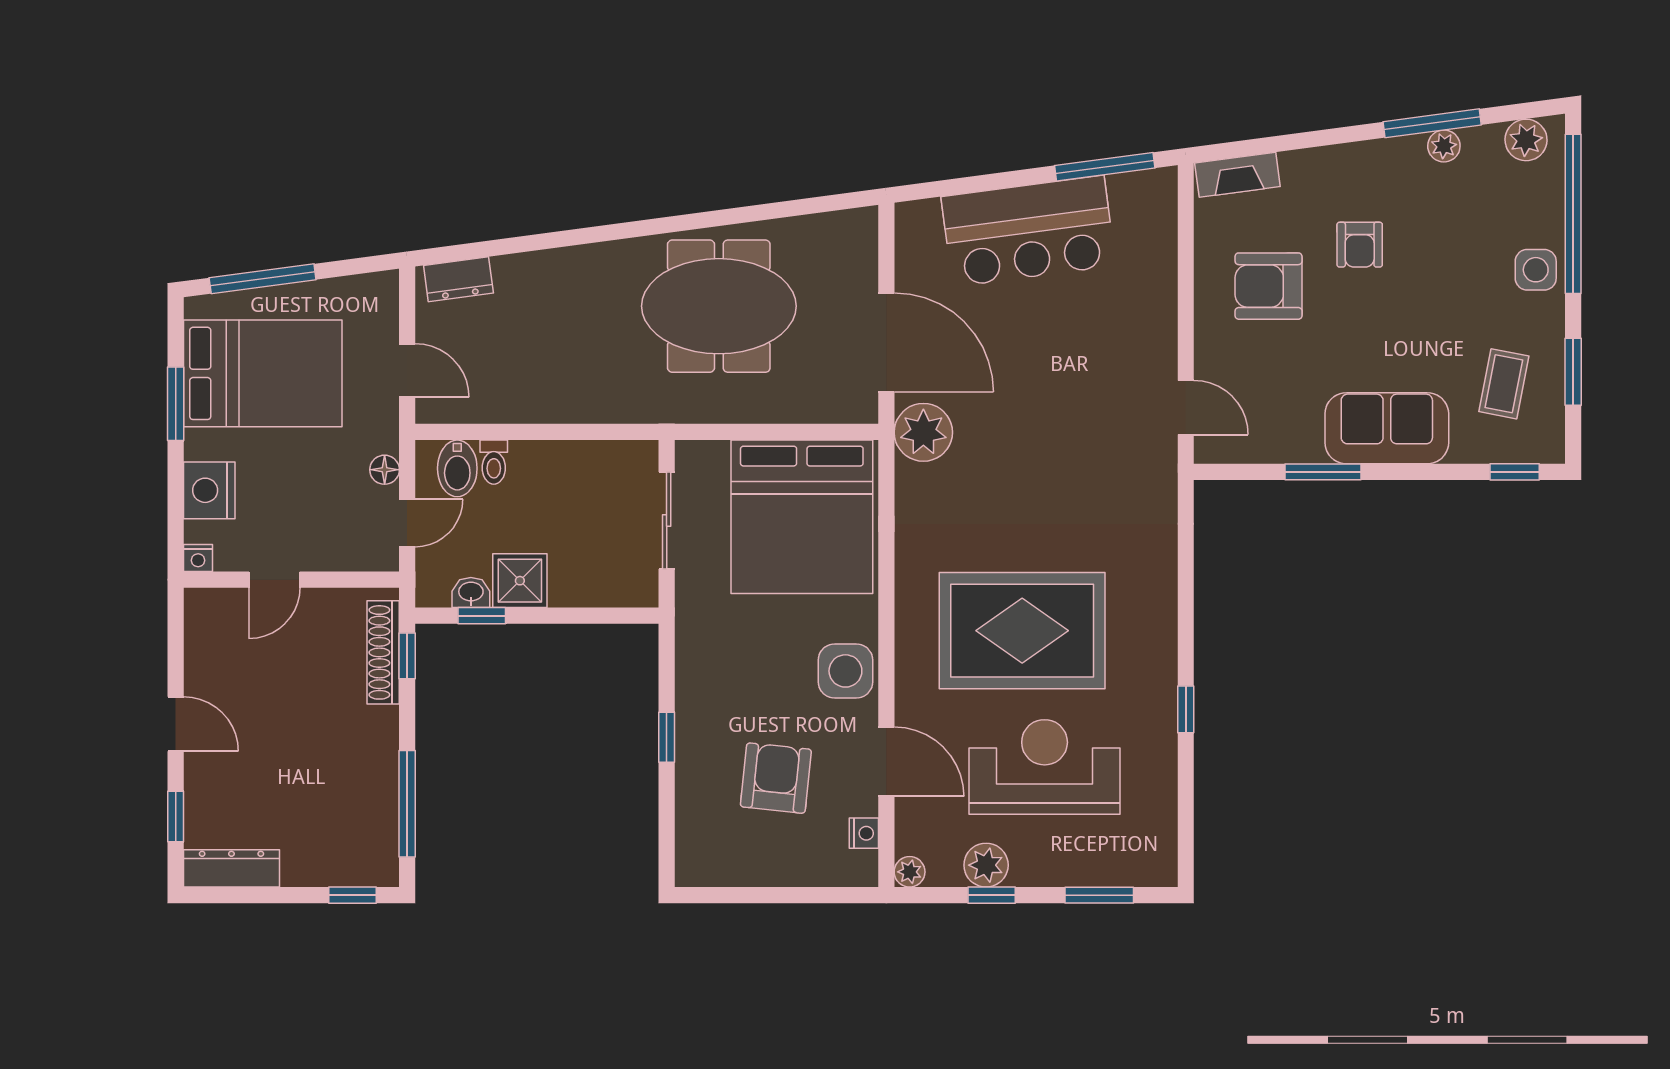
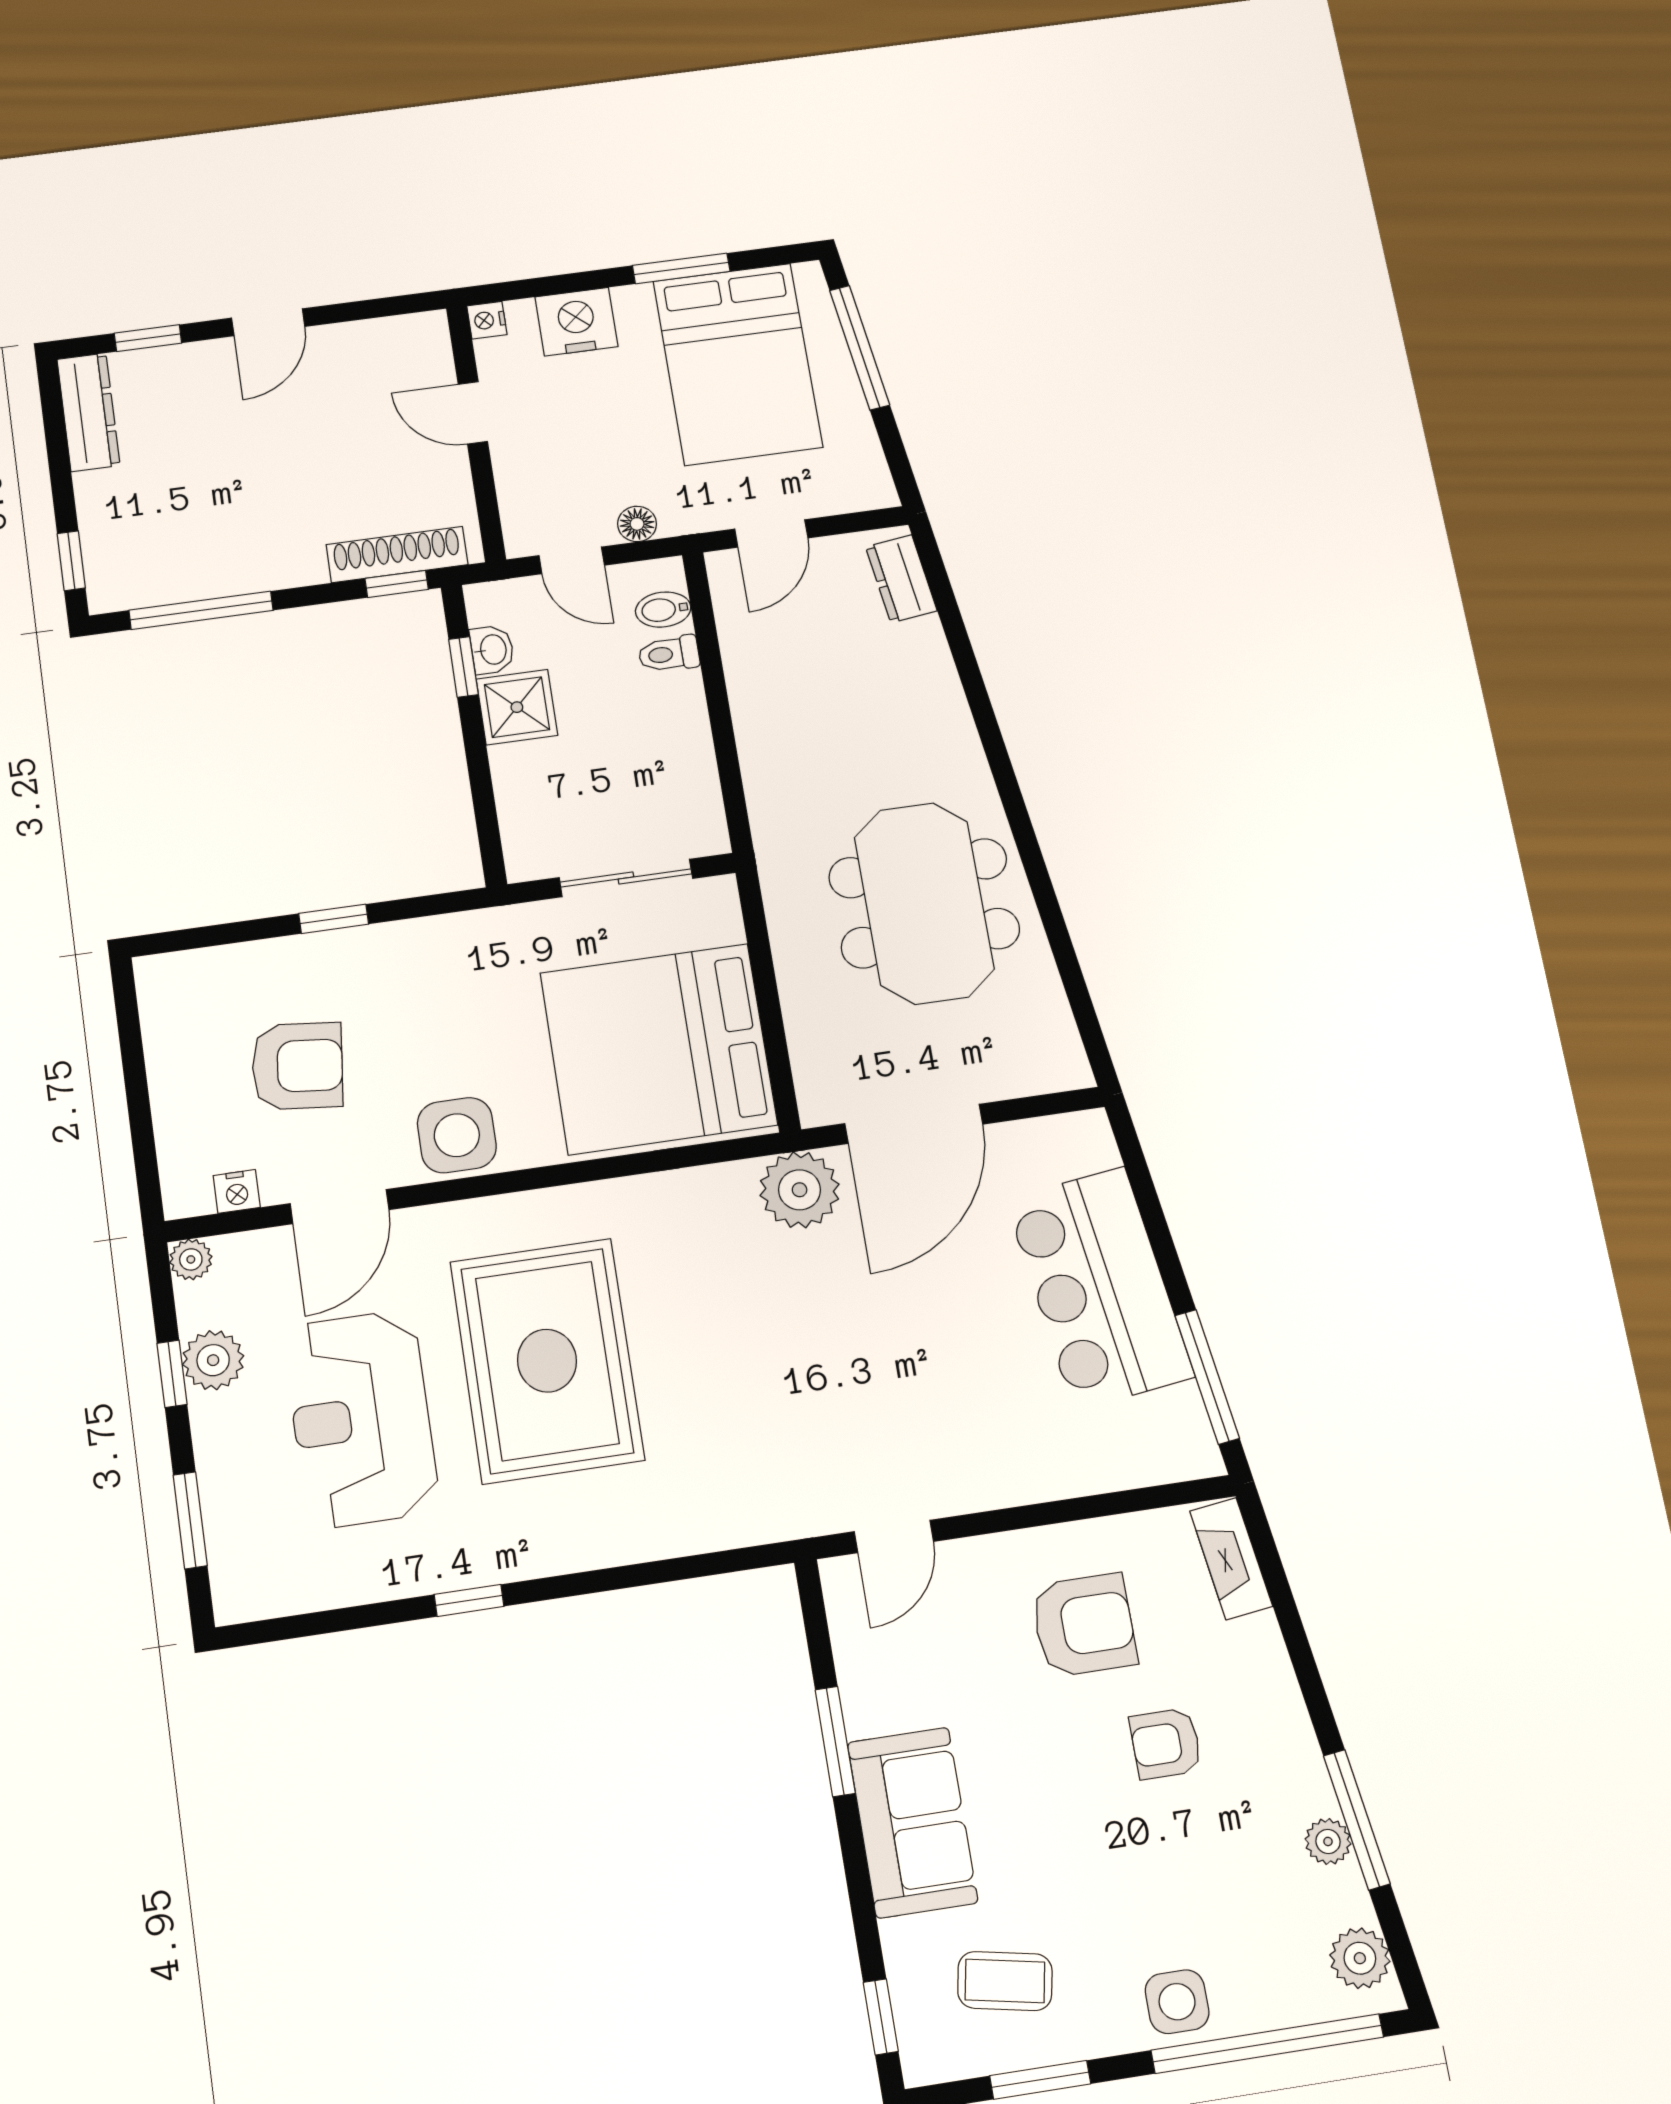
armchair: (1269, 286) -> (1084, 1625), turned 90
bidet: (457, 468) -> (663, 610), width x0.72, depth x0.74
reception desk: (1045, 767) -> (361, 1419), turned 180

